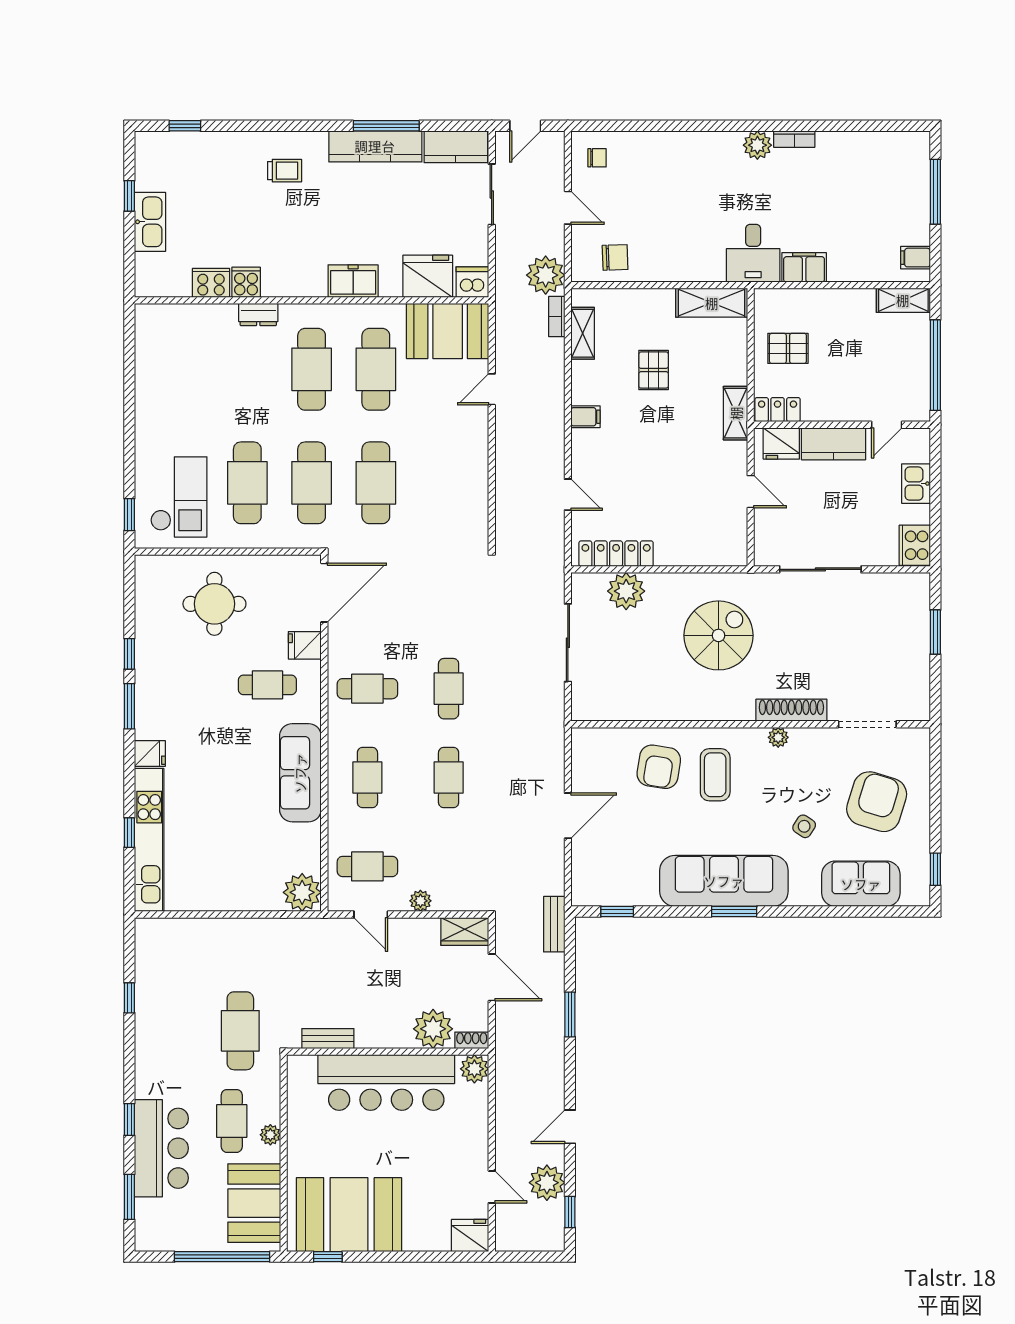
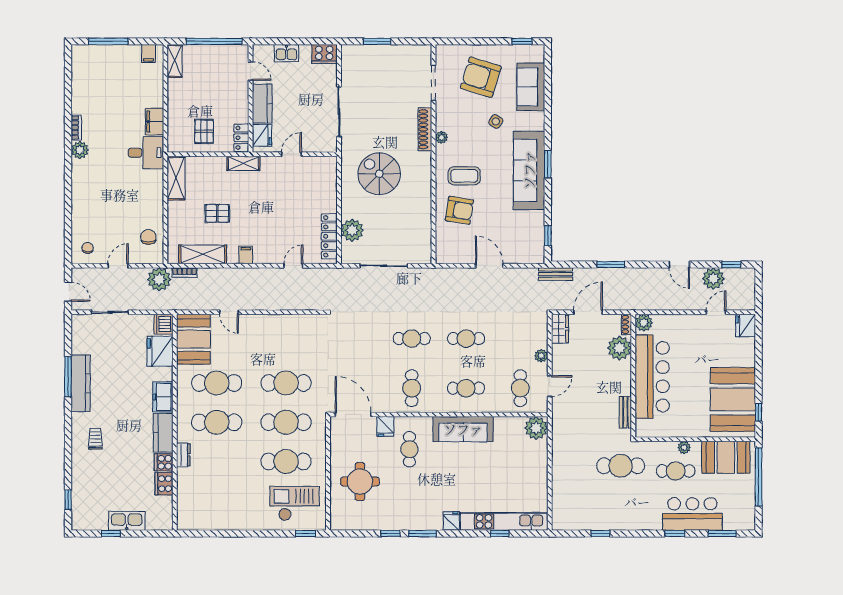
kitchen counter: (456, 147) -> (163, 433), moved, turned 180
shelving: (583, 333) -> (203, 254), width x1.50, depth x1.33

